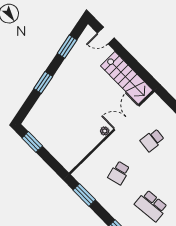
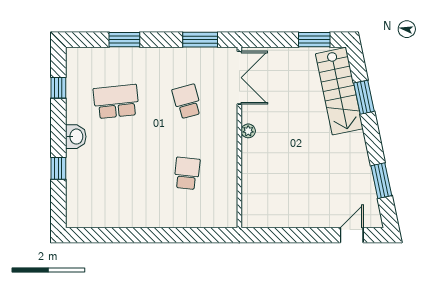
stairs: (127, 78) -> (339, 91), moved, turned -102
window: (43, 82) -> (364, 97), moved
double door: (127, 118) -> (239, 78), moved

